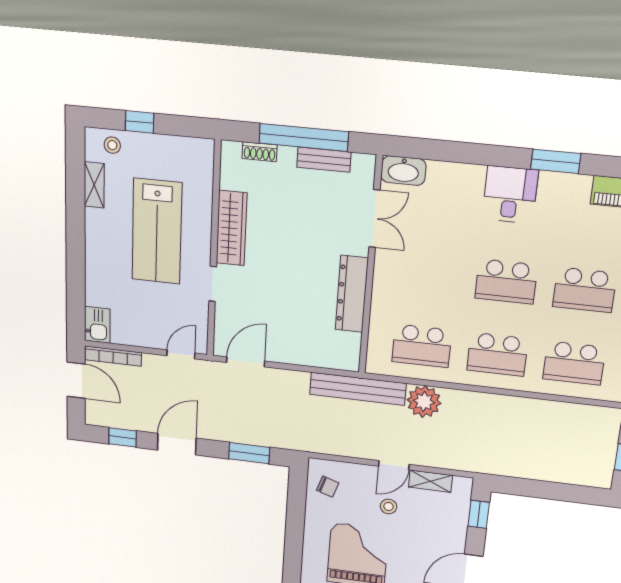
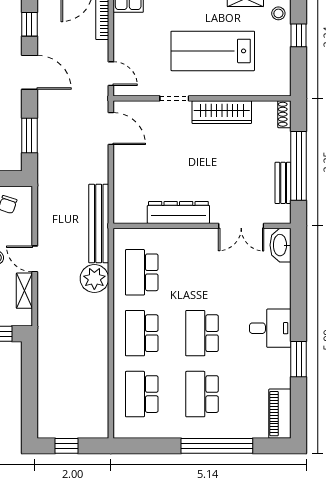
shoe rack: (260, 152) -> (284, 114), moved

